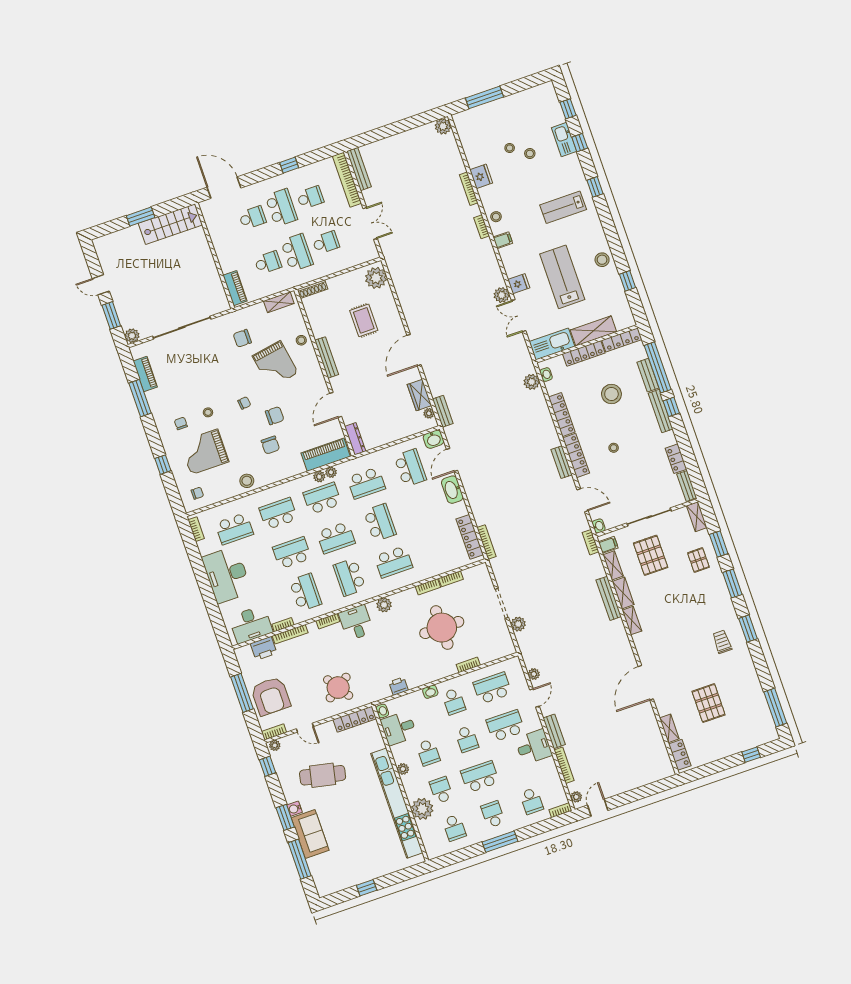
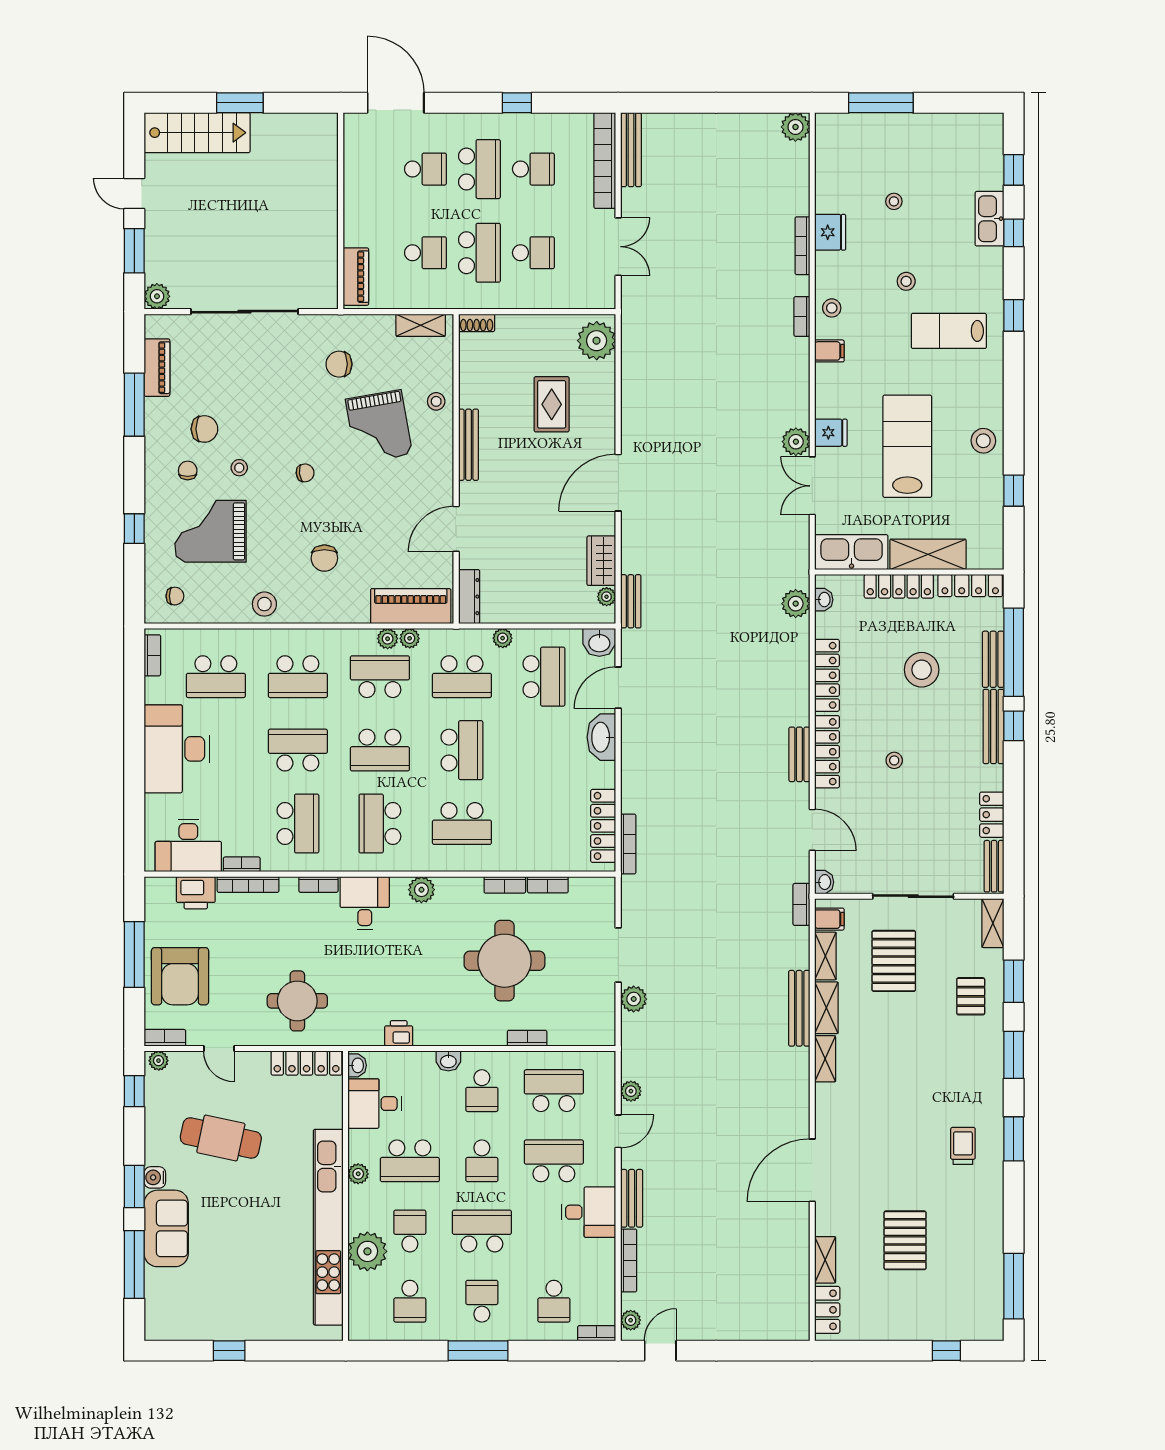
stool: (530, 154) -> (906, 281), moved
stairs: (170, 224) -> (197, 133), moved
shoe rack: (312, 289) -> (477, 323), width x0.70
chair: (275, 416) -> (204, 429), moved
plant: (381, 455) -> (503, 638), added
school desk: (278, 514) -> (298, 677), turned 180
round table: (338, 688) -> (297, 1001), turned 34
school desk: (428, 752) -> (410, 1161), width x1.85

